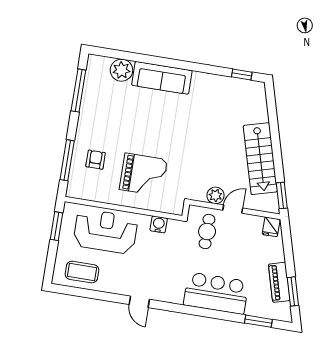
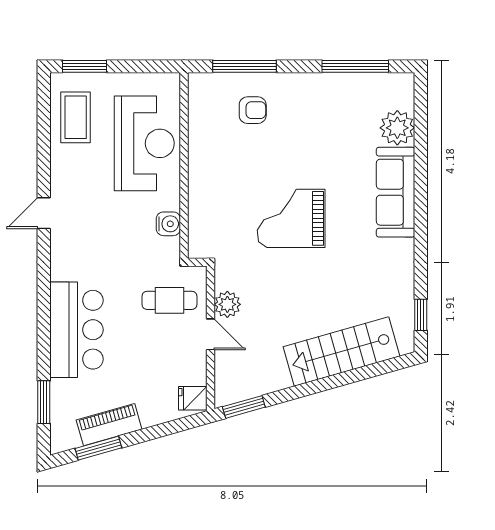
stairs: (260, 159) -> (341, 351), moved
grand piano: (143, 175) -> (291, 218), moved, turned 90
window: (56, 226) -> (85, 66), moved

